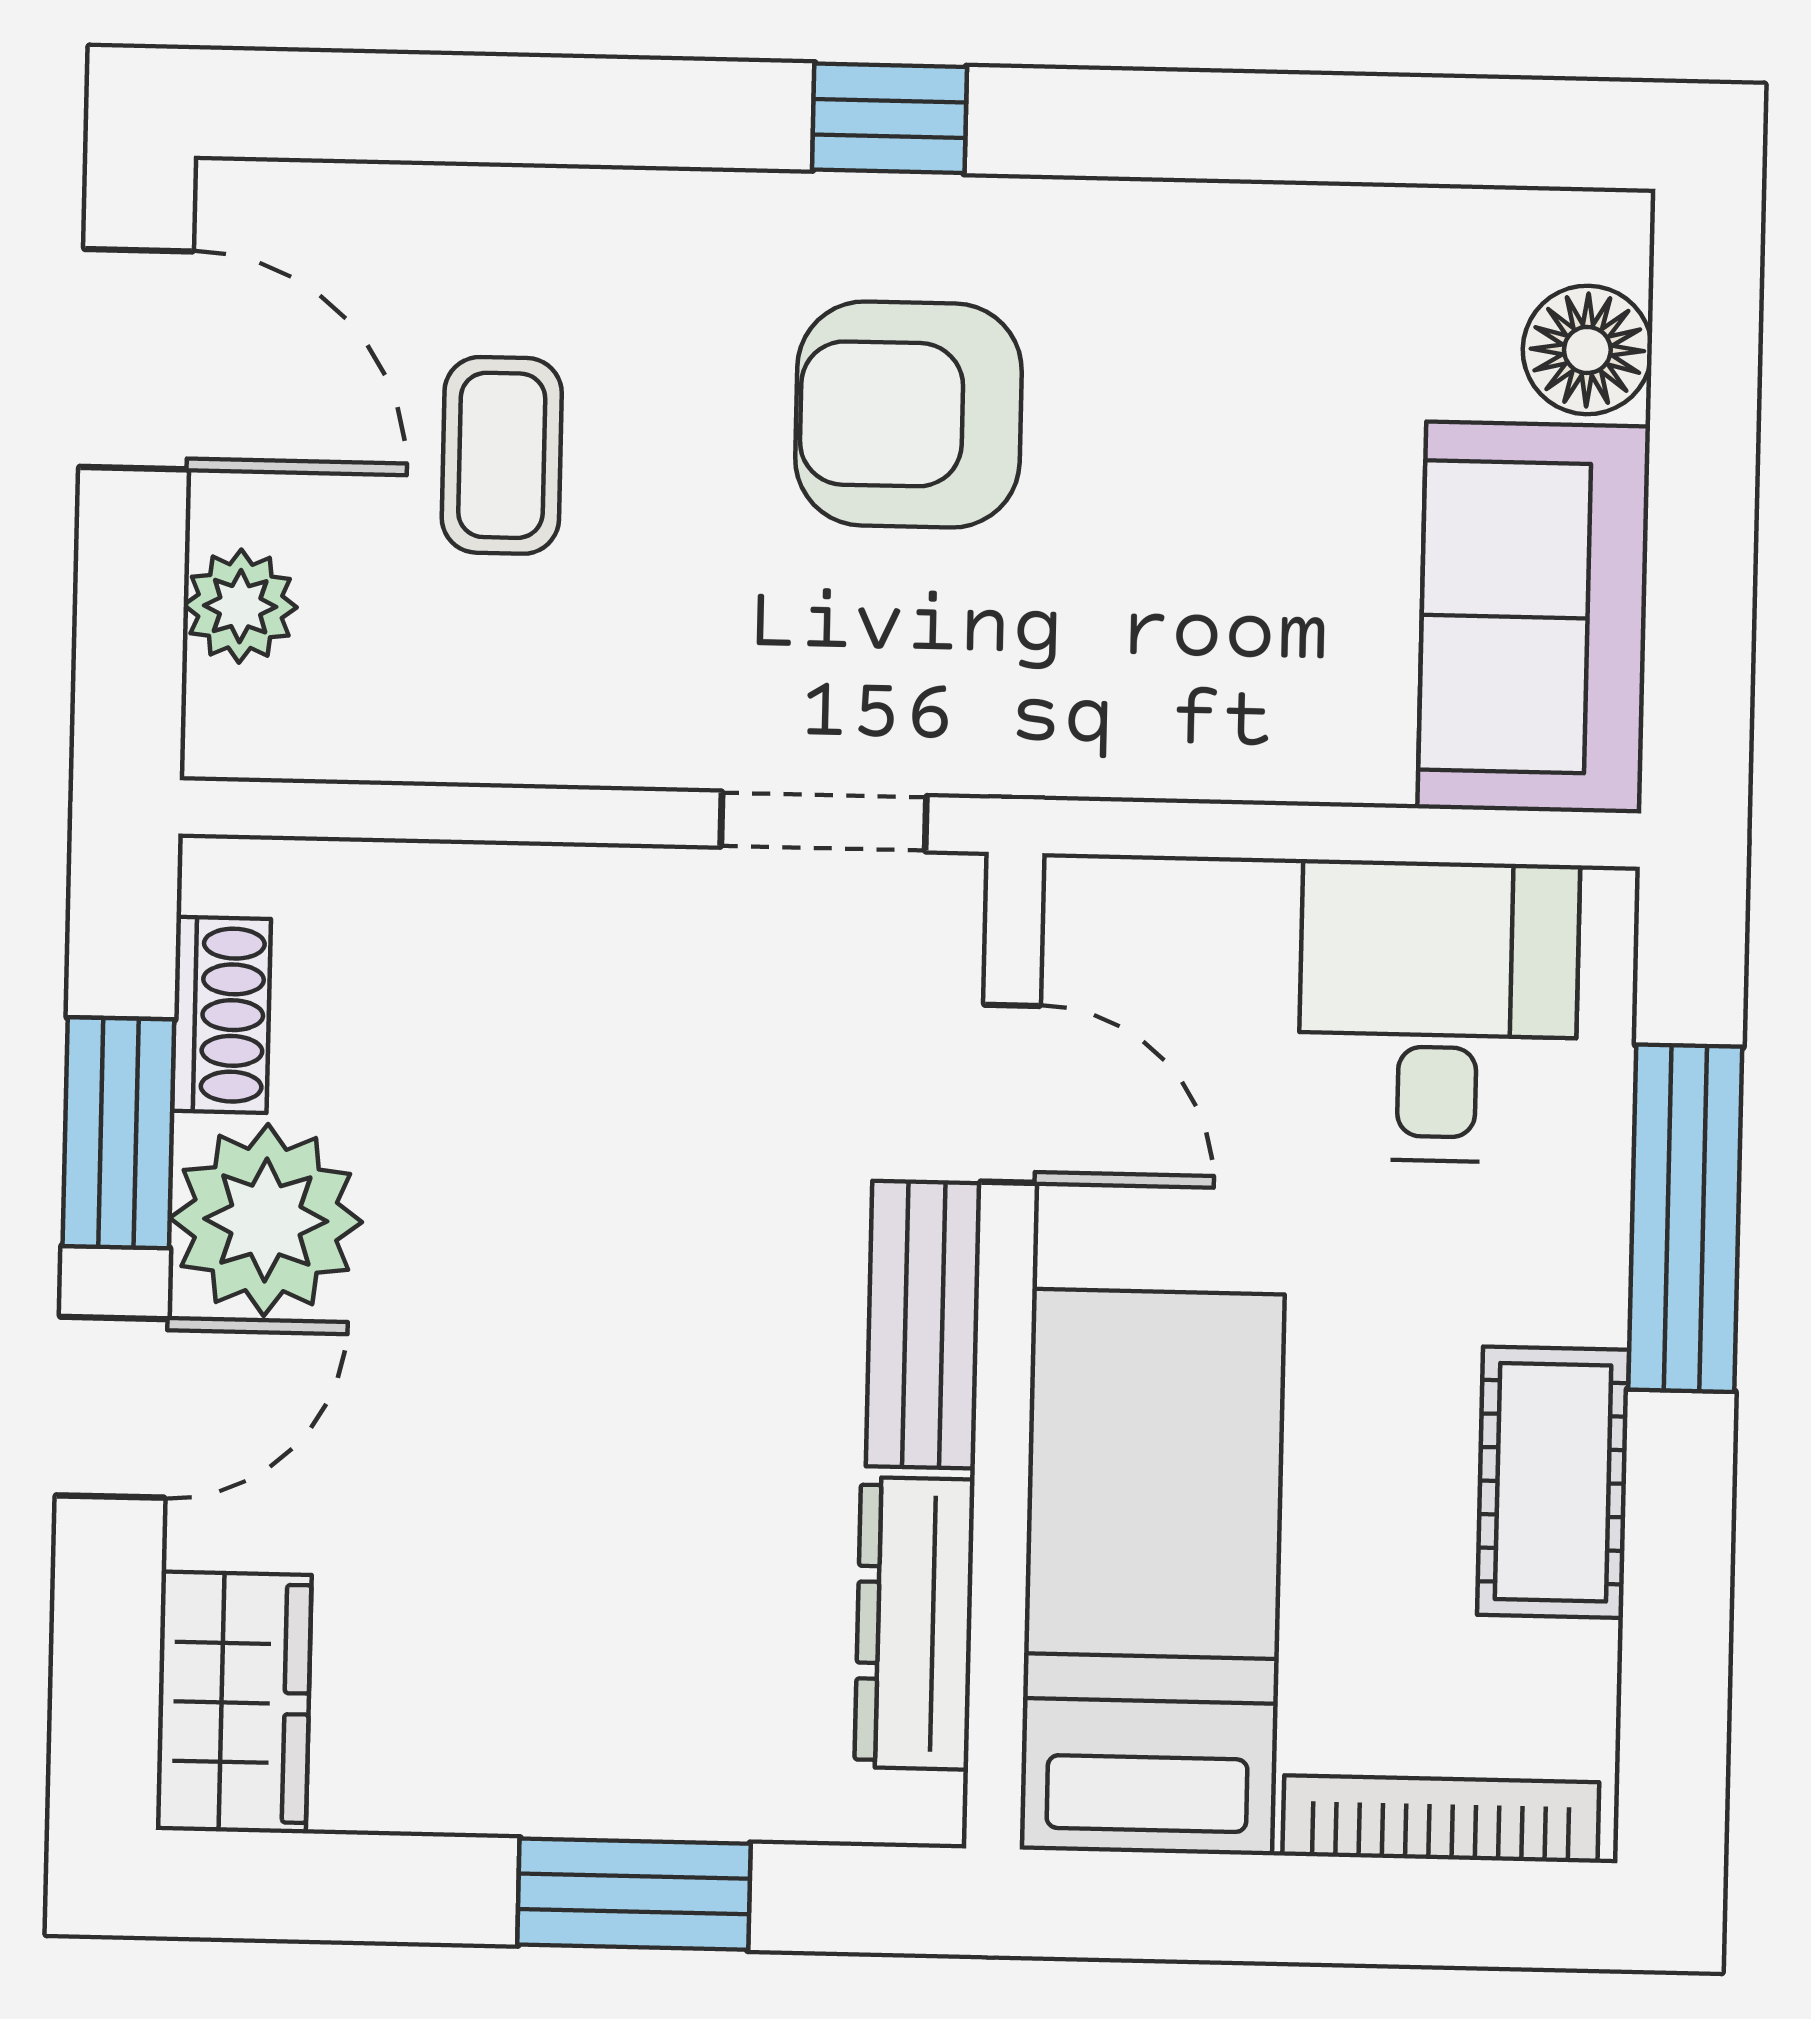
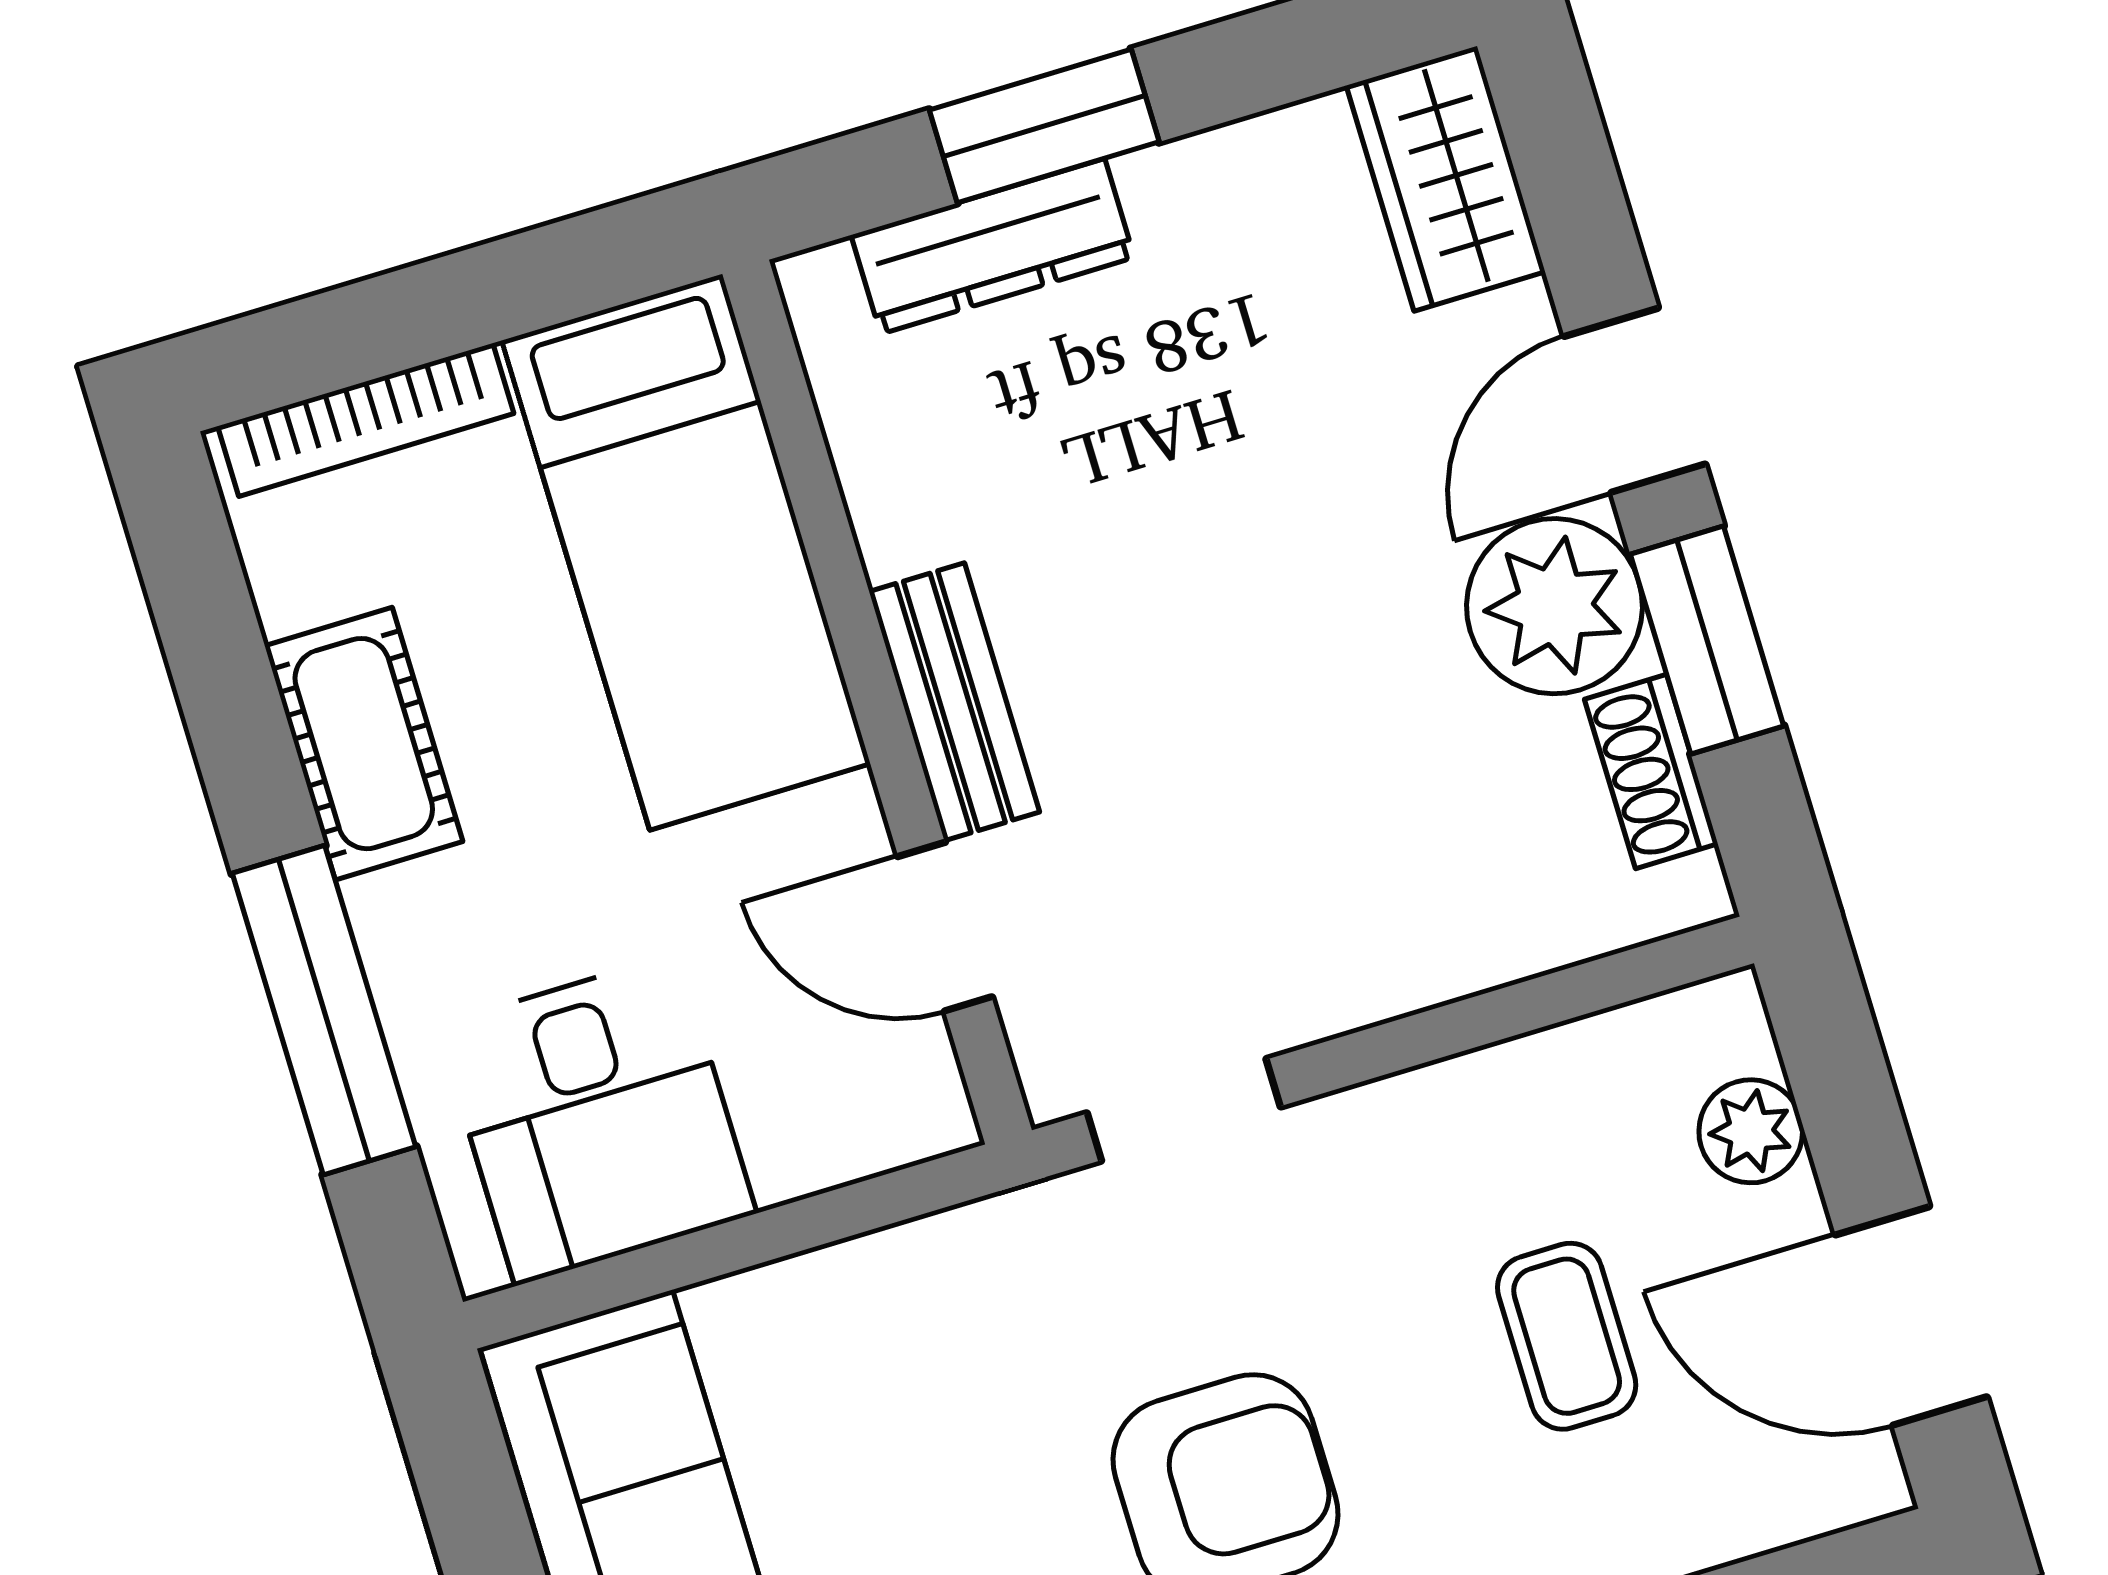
dresser: (915, 1623) -> (993, 246), moved, turned 90

